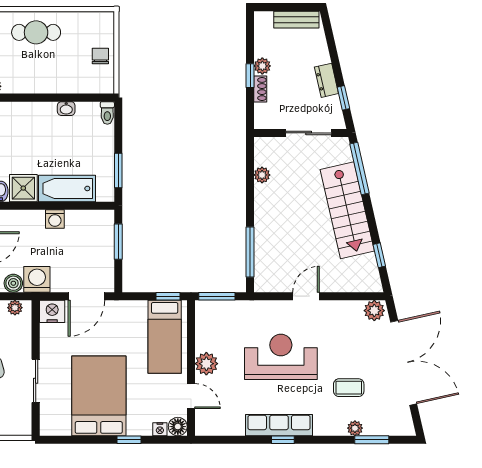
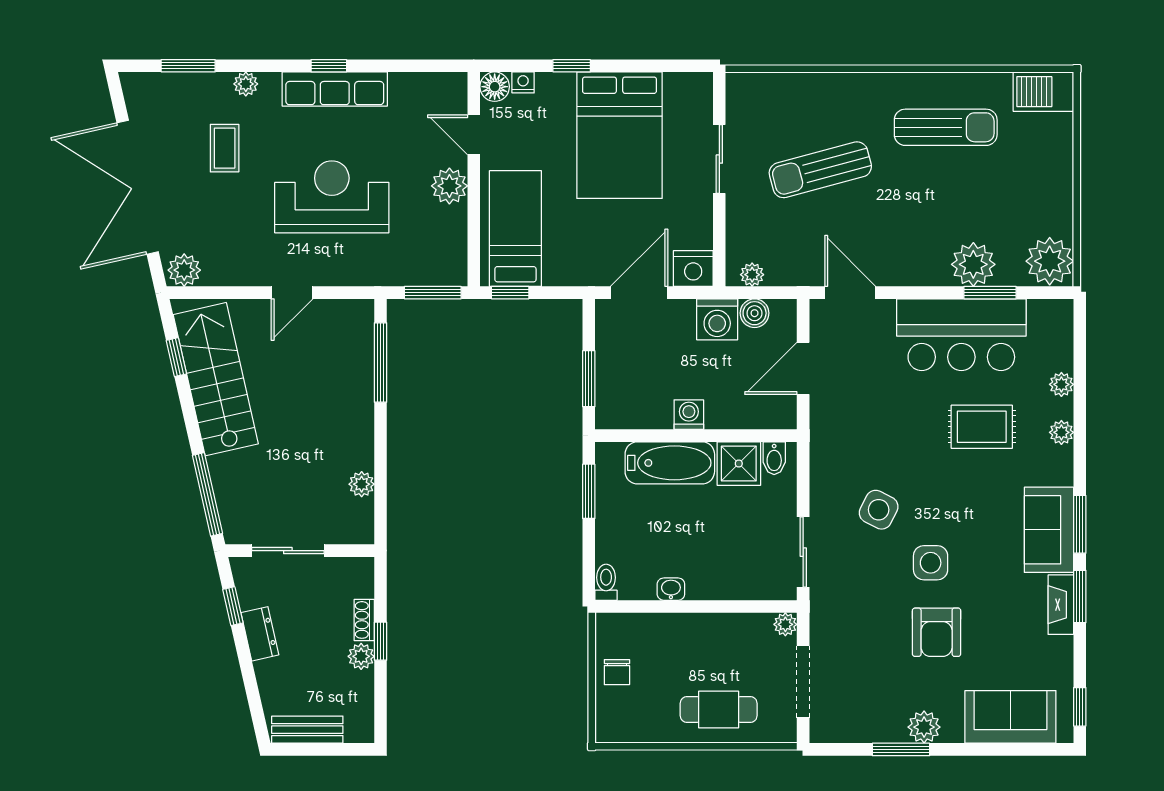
stairs: (347, 210) -> (216, 379), moved
reception desk: (281, 357) -> (332, 197), turned 180
coffee table: (349, 388) -> (225, 148), turned 90
plant: (355, 428) -> (246, 84), moved

